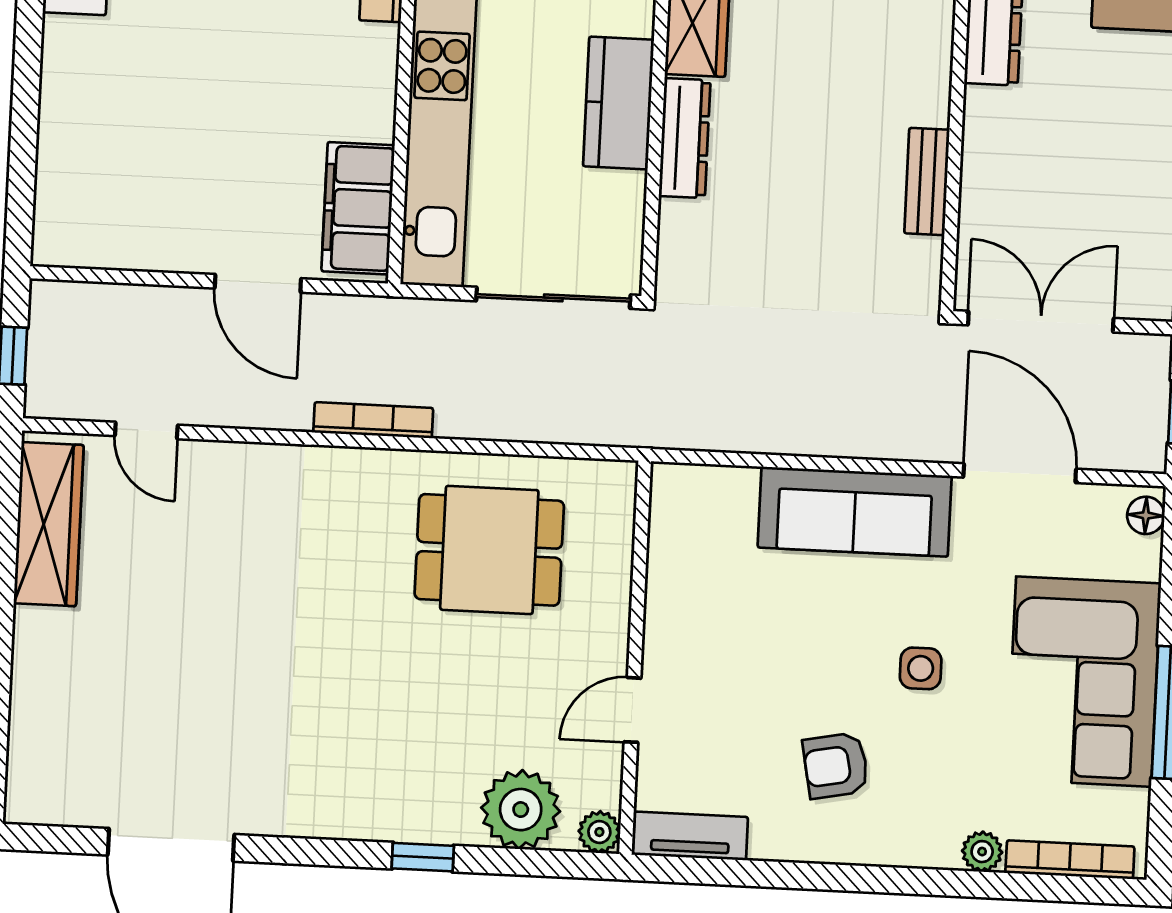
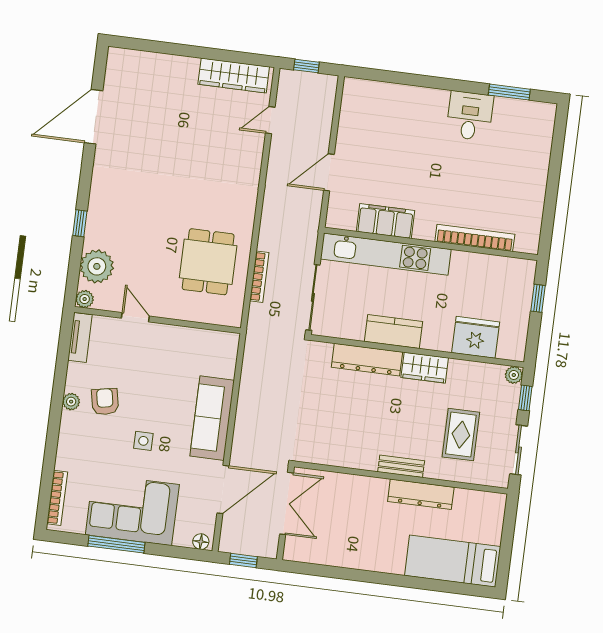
dresser: (685, 138) -> (367, 360), width x1.37, depth x1.24
bench: (927, 182) -> (401, 466), moved
filing cabinet: (358, 208) -> (385, 221), moved
bookcase: (373, 420) -> (259, 277), moved
plant: (982, 852) -> (71, 402), moved

